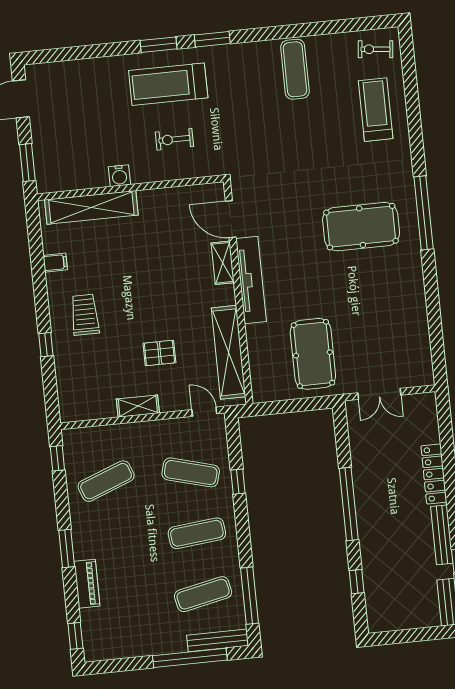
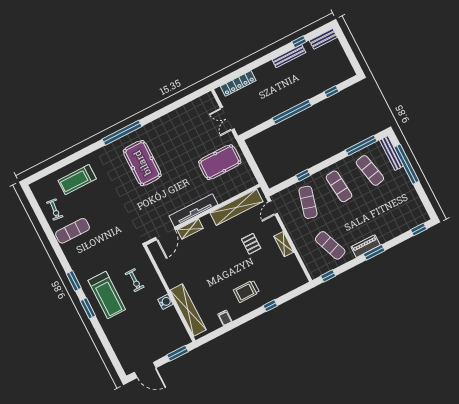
exercise bike: (375, 49) -> (55, 210), moved
double door: (379, 394) -> (227, 119), swing flipped
locker: (434, 474) -> (238, 83), moved
piano: (87, 584) -> (366, 246), moved

